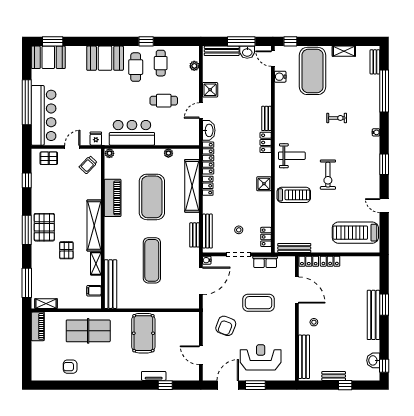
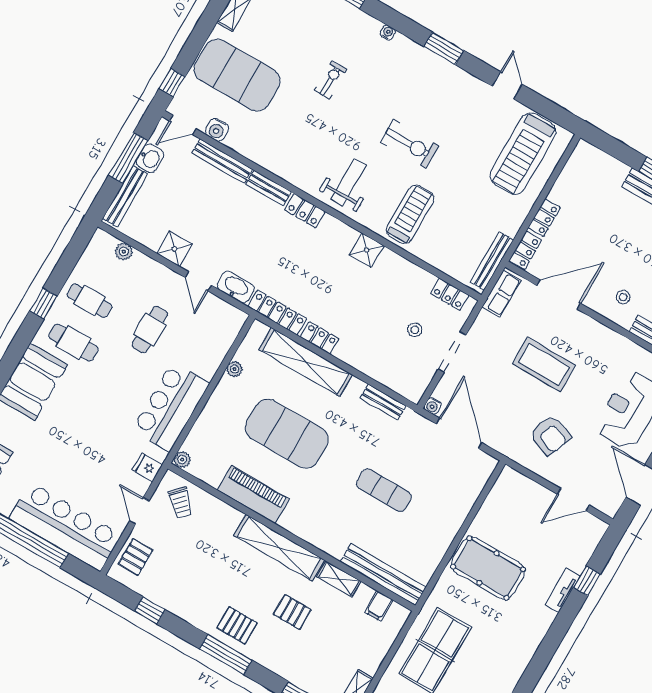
door: (384, 206) -> (507, 85), swing flipped
pallet: (44, 227) -> (237, 625), width x0.67, depth x0.71
bench: (207, 231) -> (222, 161), moved
exercise mat: (152, 260) -> (384, 490), width x0.73, depth x0.69
row of seats: (265, 262) -> (502, 293), moved
coffee table: (259, 303) -> (544, 364), turned 90

